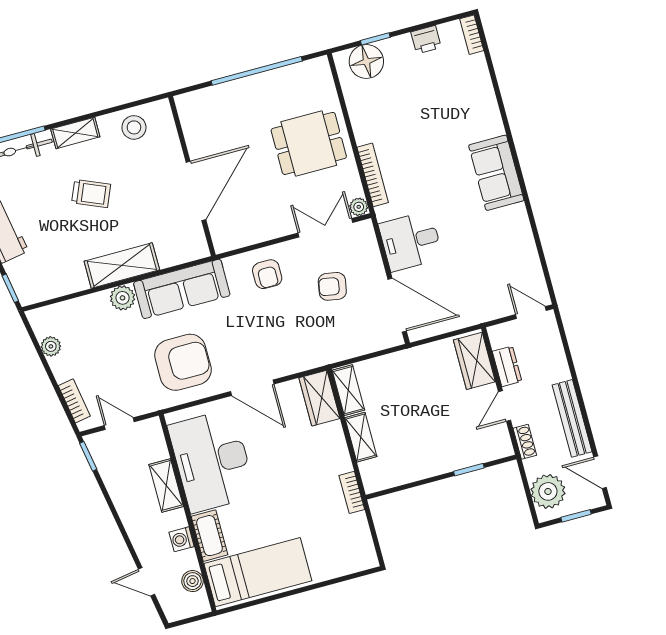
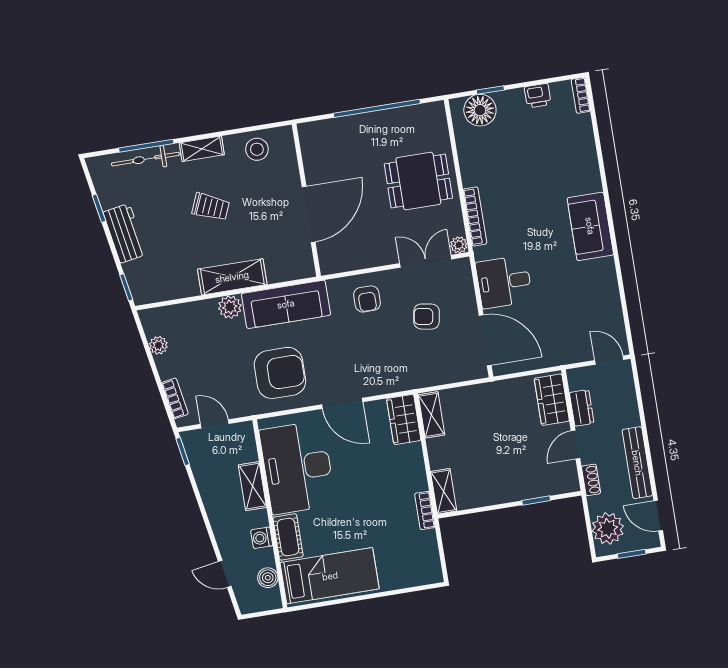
shelving: (361, 437) -> (444, 491), moved

